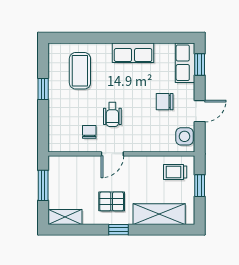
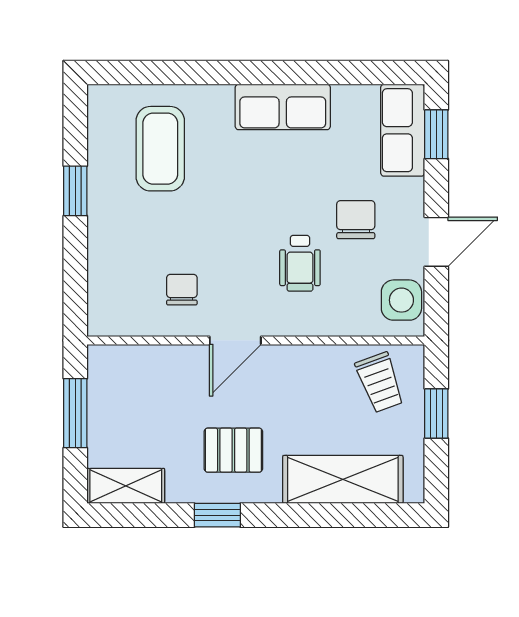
chair: (165, 102) -> (356, 220), turned 90
wheelchair: (112, 115) -> (300, 263), moved
trolley: (175, 172) -> (380, 382), turned -110
window: (118, 230) -> (217, 515), moved

